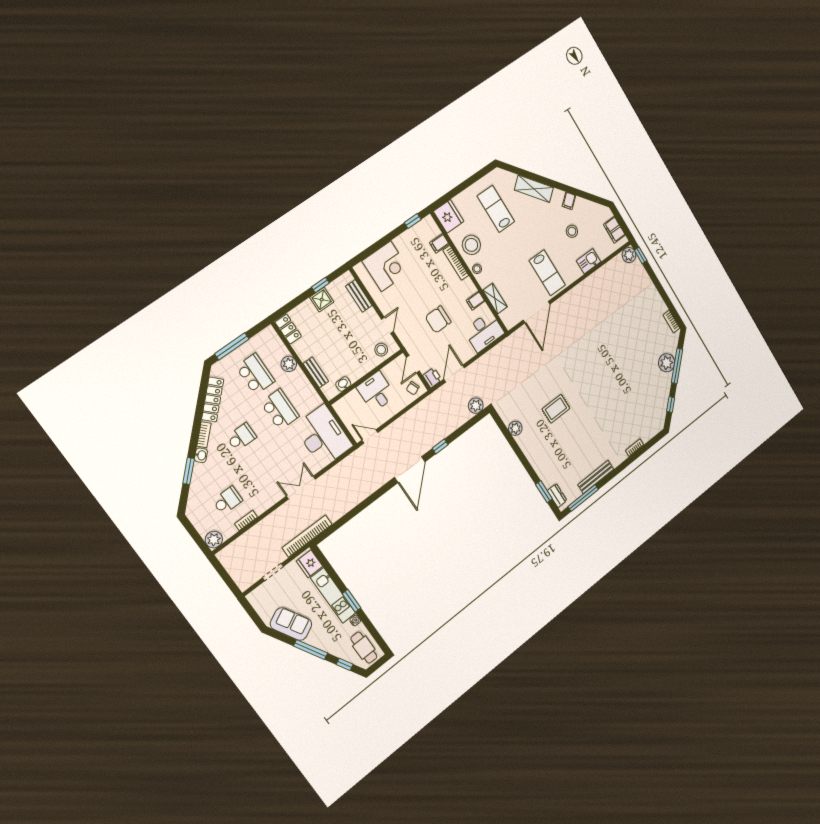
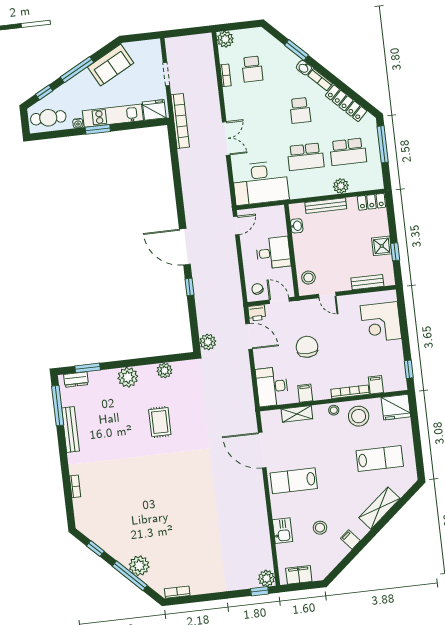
bench: (316, 372) -> (326, 206), width x1.36
plant: (535, 455) -> (128, 377), added

